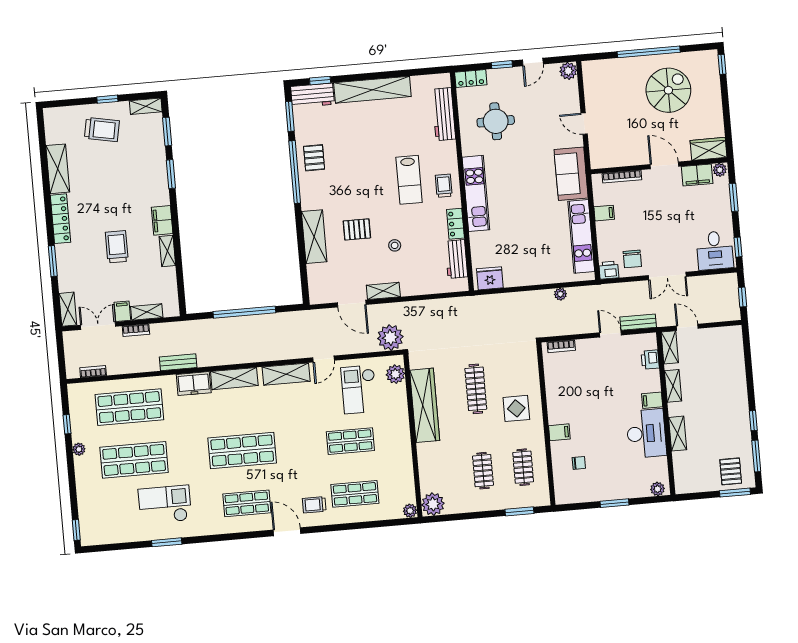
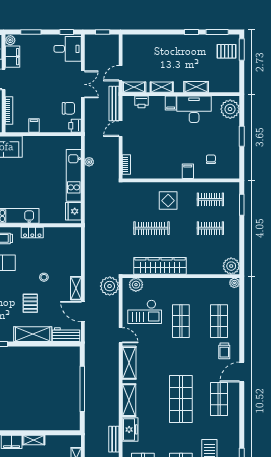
kitchen unit: (581, 236) -> (74, 175), moved, turned 90
workbench: (456, 259) -> (66, 335), moved, turned 180
door: (352, 304) -> (83, 312), swing flipped
bench: (638, 322) -> (114, 103), width x1.36
plant: (658, 489) -> (230, 109), width x1.88, depth x1.88

